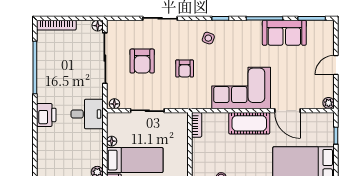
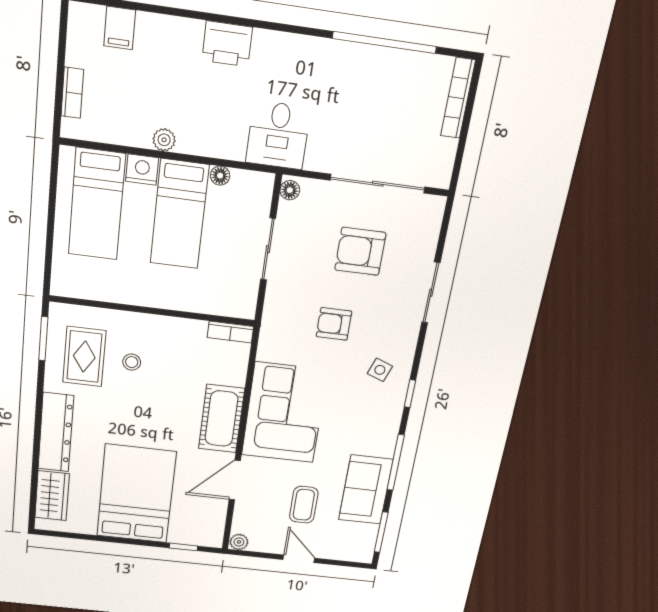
floor lamp: (98, 26) -> (441, 178), removed
coffee table: (299, 68) -> (304, 505), added
printer: (46, 115) -> (227, 44), moved

